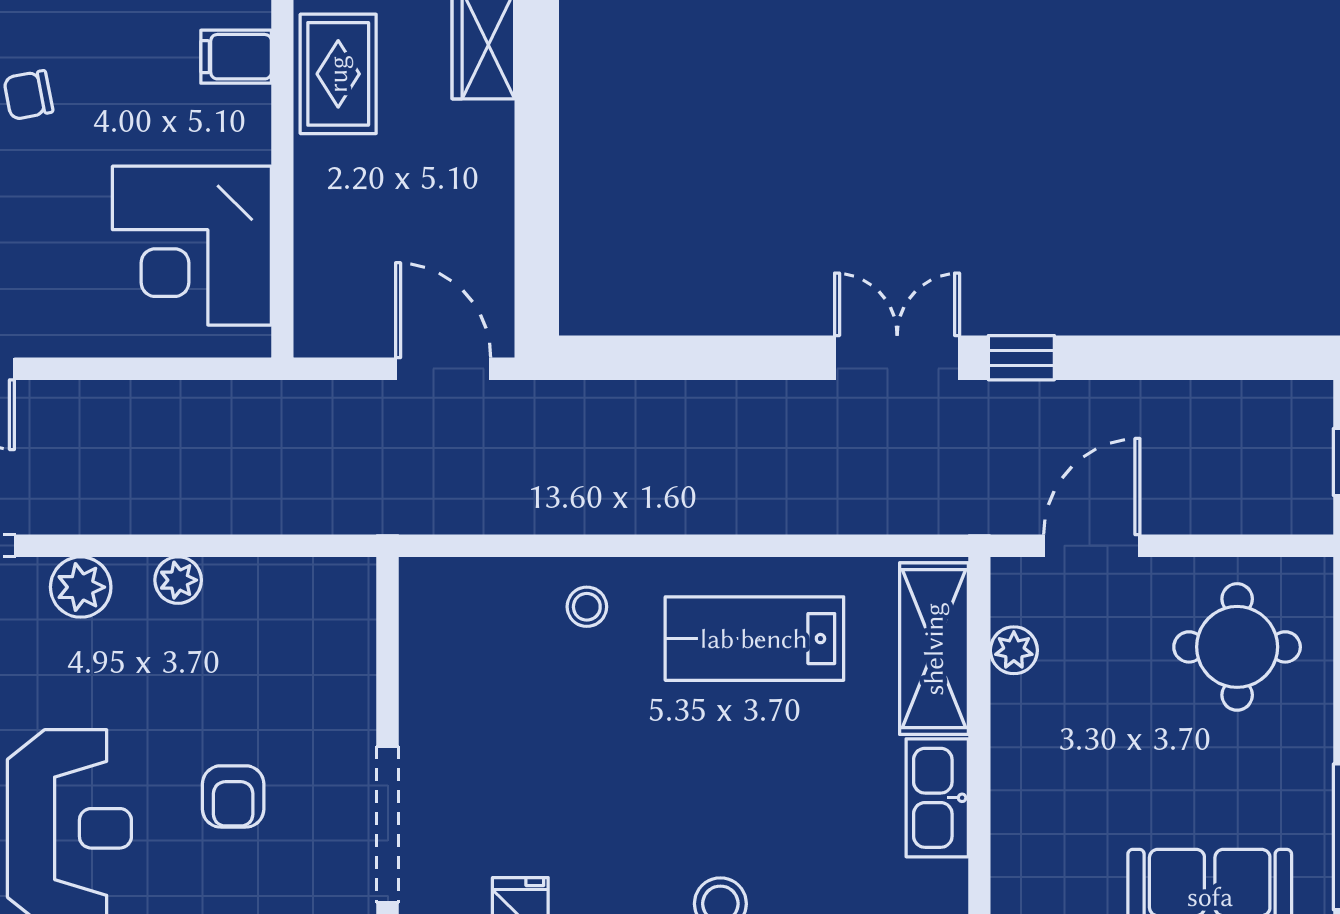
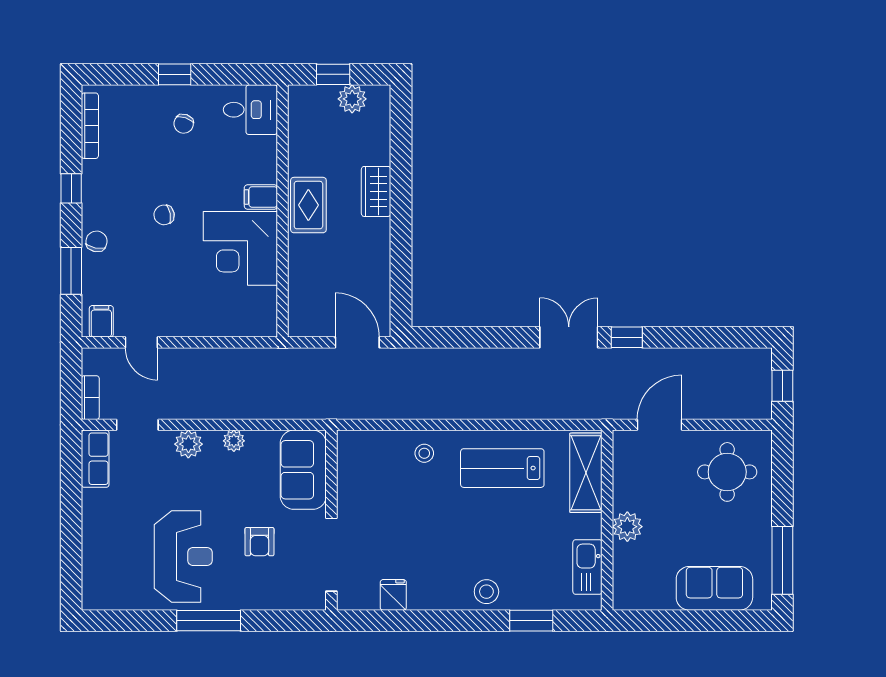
corner desk: (192, 246) -> (240, 248), moved
sofa: (327, 642) -> (303, 470), added
plant: (1014, 650) -> (627, 527), moved, width x1.38, depth x1.38
kitchen sink: (937, 798) -> (587, 567), moved

